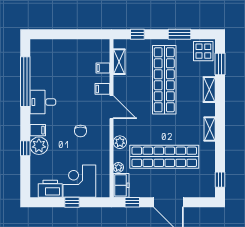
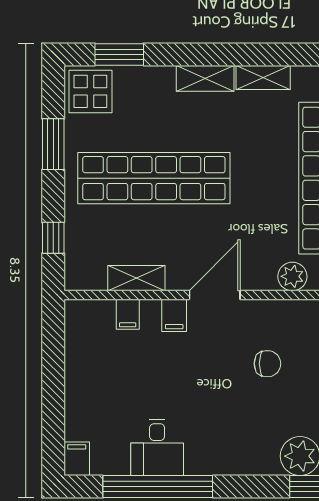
shelving: (119, 62) -> (136, 278), moved
shelving: (209, 90) -> (205, 78), moved
desk: (43, 102) -> (157, 447), moved
filing cabinet: (38, 130) -> (77, 459), moved

